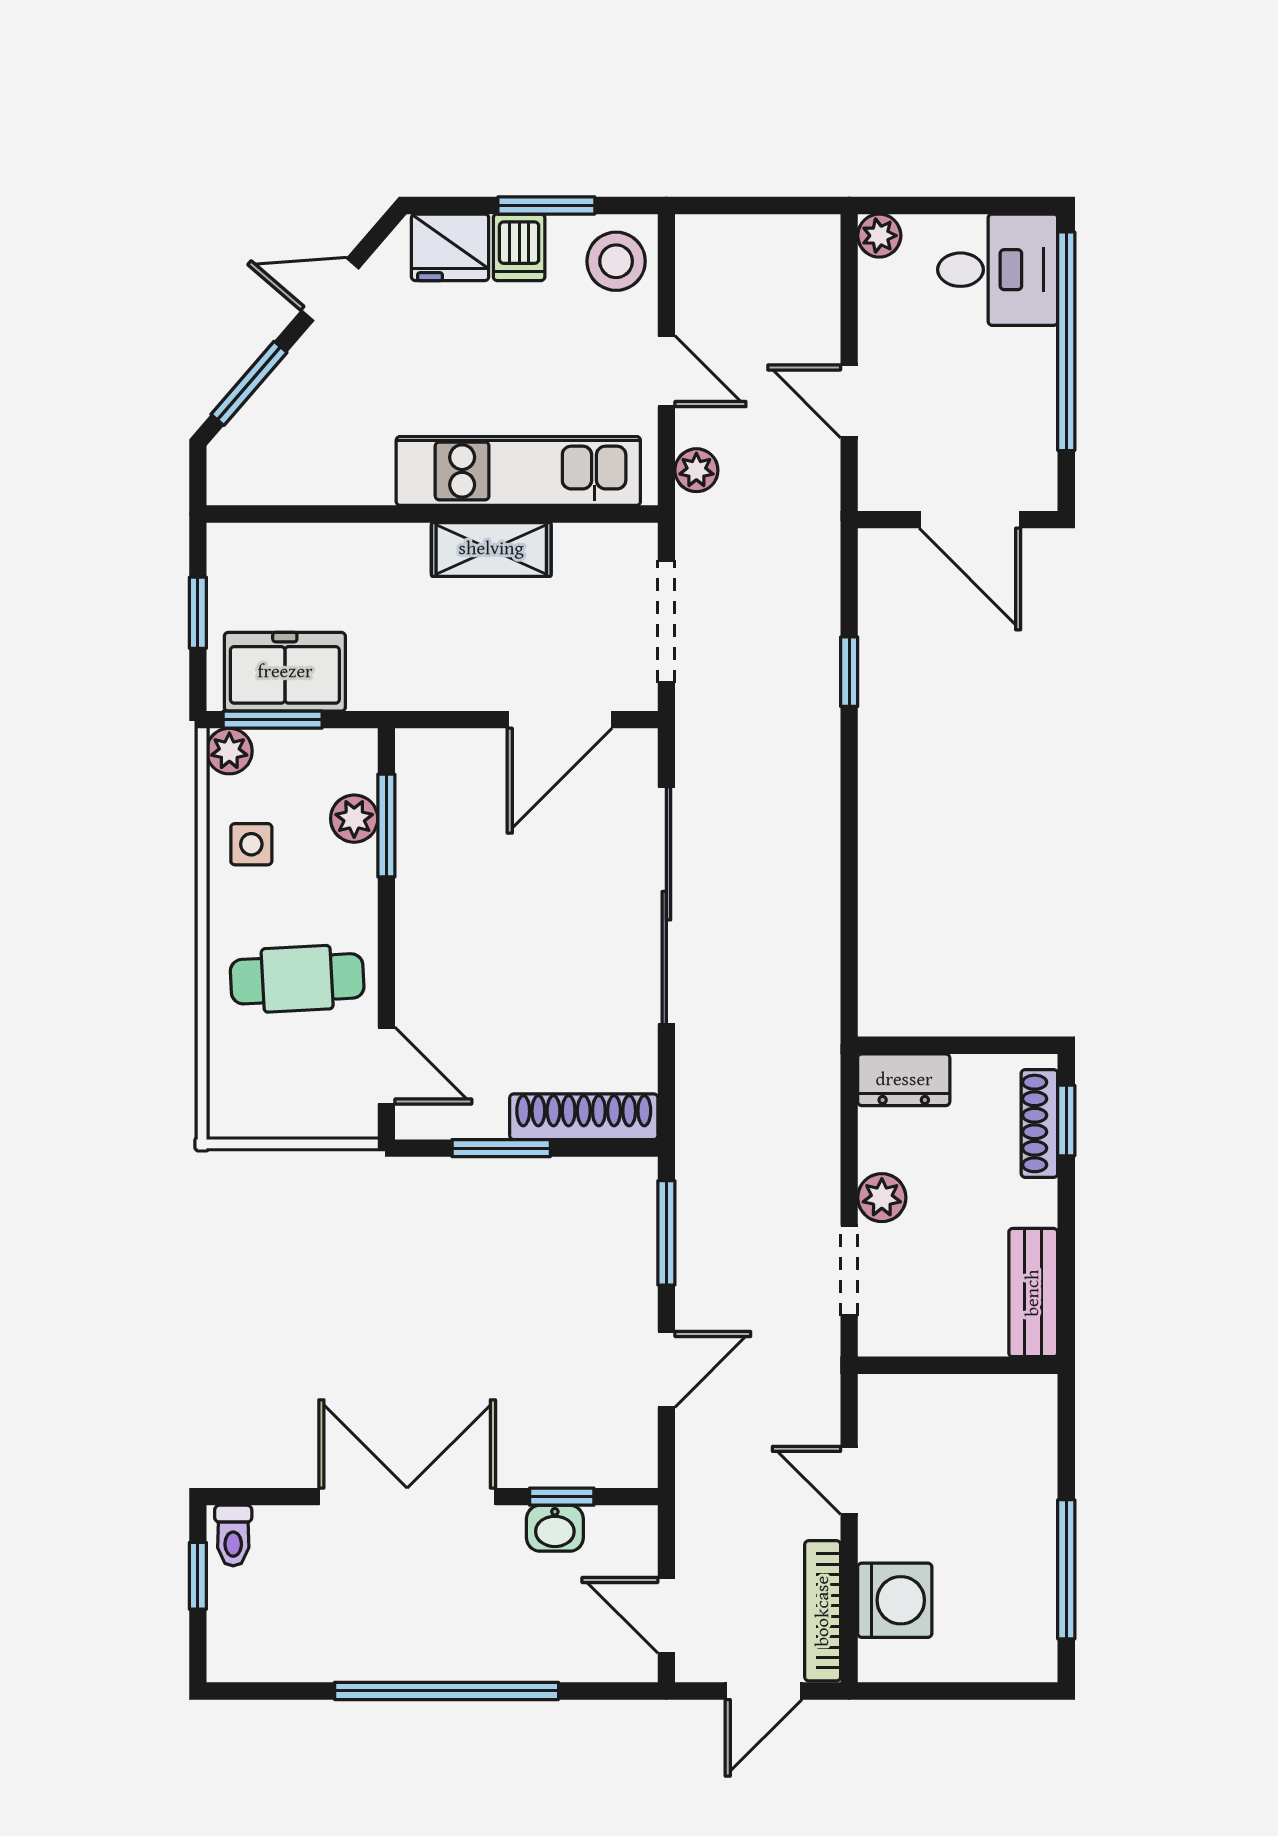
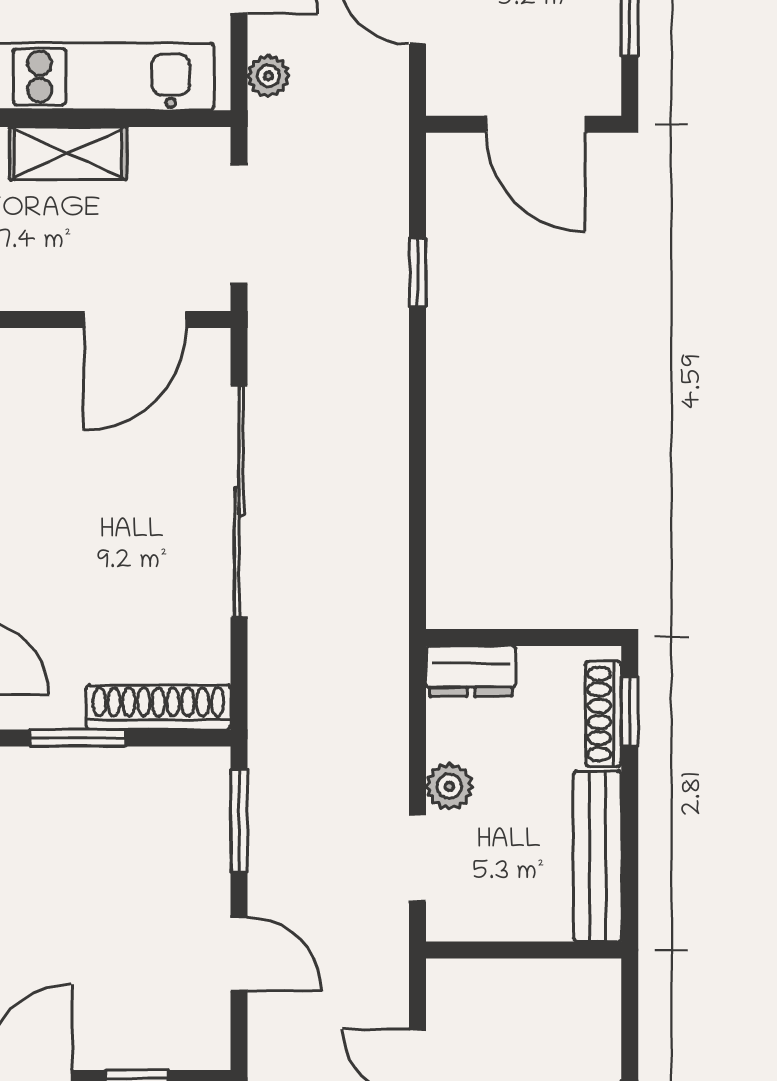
bench: (1033, 1293) -> (597, 856), width x1.36
door: (666, 1369) -> (239, 954), hinge flipped

